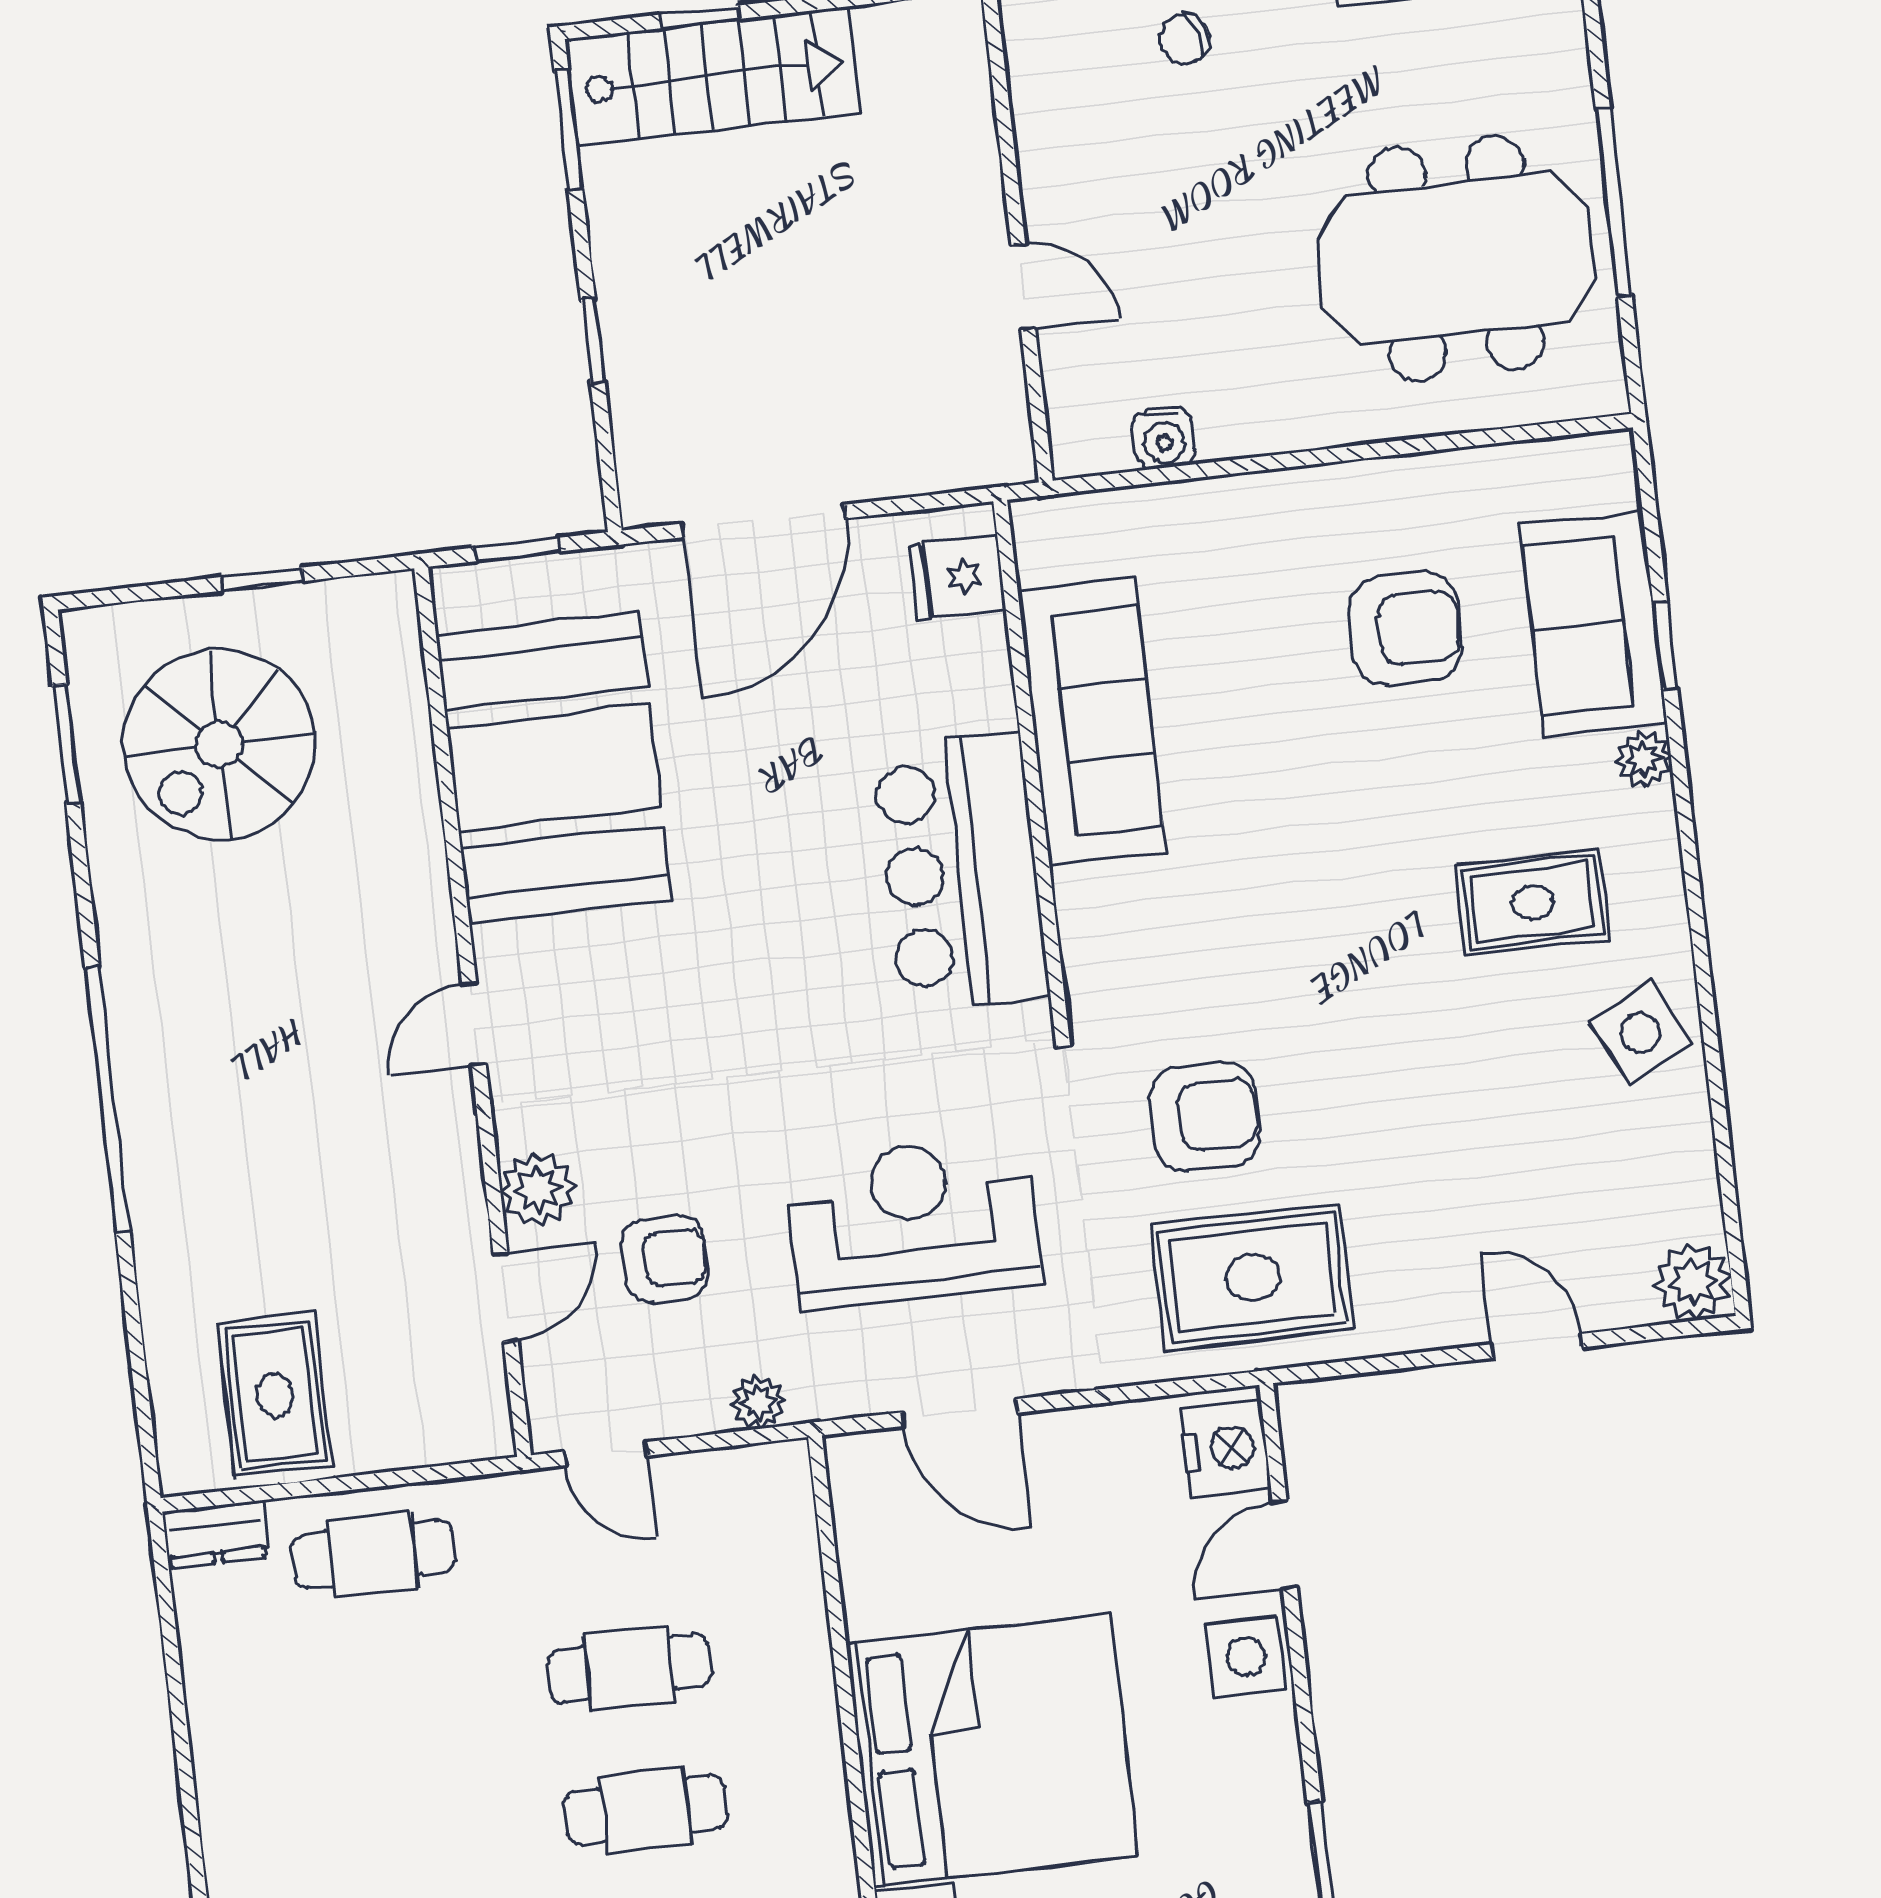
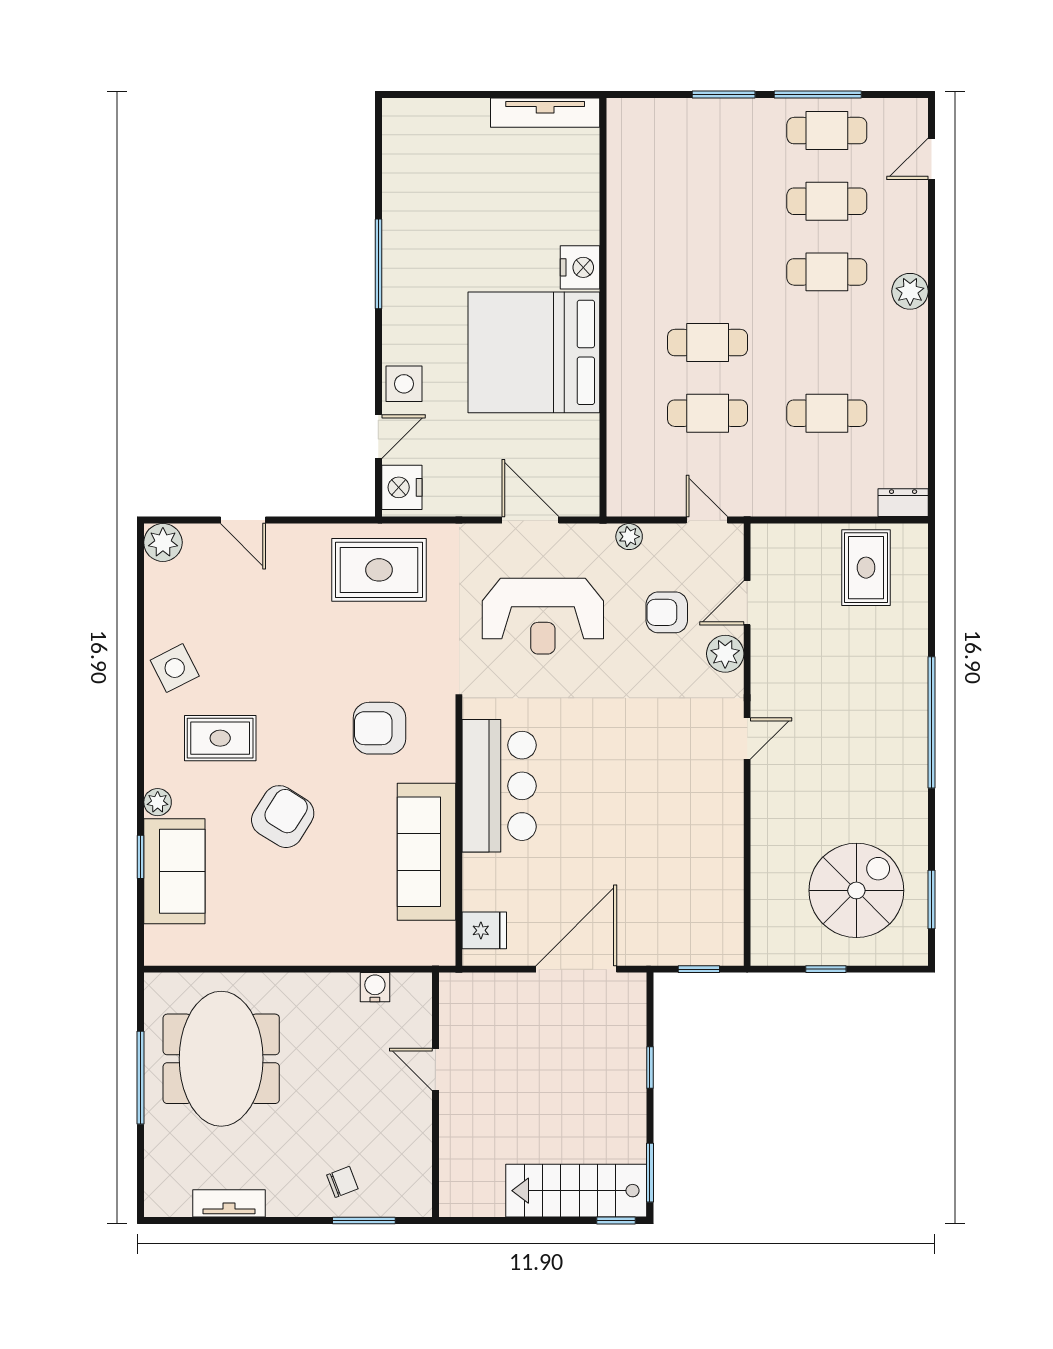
window: (700, 17) -> (616, 1220), moved
meeting table: (1456, 258) -> (221, 1059), turned 90
armchair: (1405, 629) -> (283, 817), moved, turned 122
booth: (554, 768) -> (693, 860), removed
armchair: (1205, 1116) -> (379, 728), moved
cafe table: (373, 1554) -> (827, 413), moved

